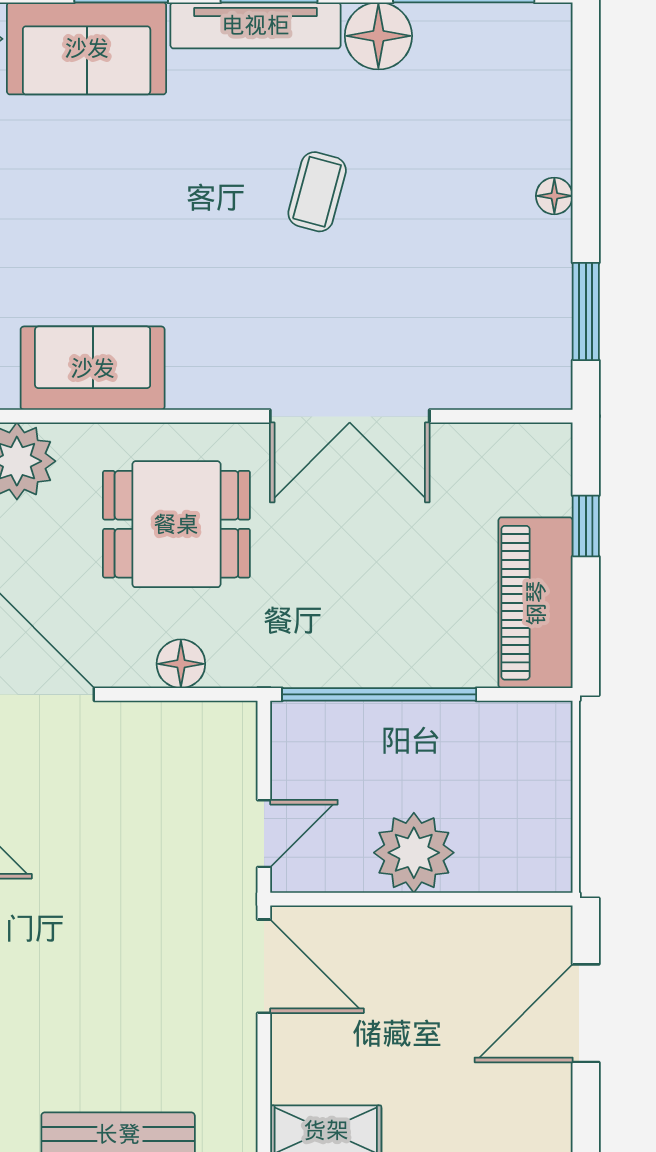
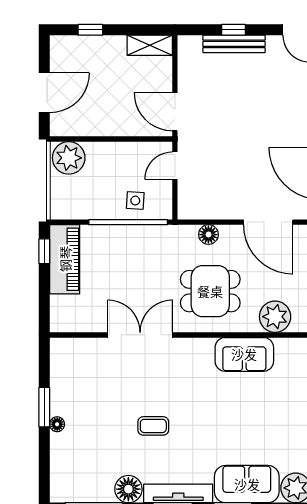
coffee table: (317, 192) -> (153, 426), turned 75
window: (586, 311) -> (44, 407), moved
window: (586, 526) -> (44, 251), moved
side table: (362, 748) -> (135, 201), added
plant: (414, 853) -> (69, 158), moved

